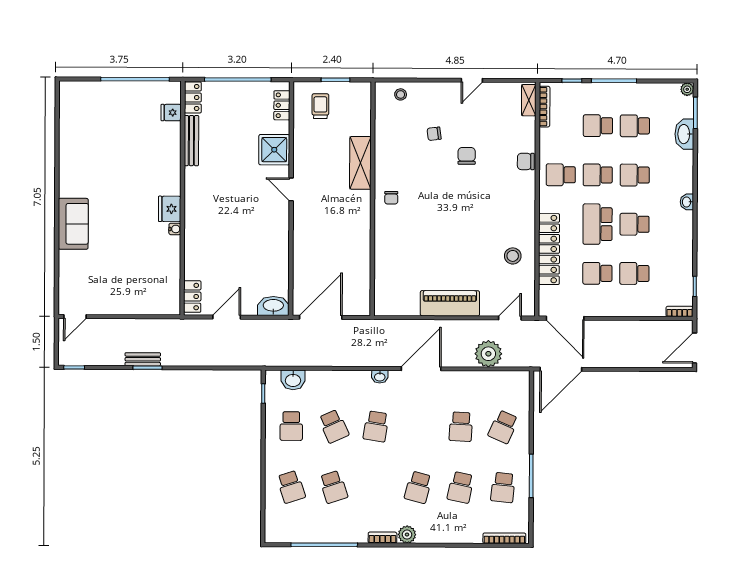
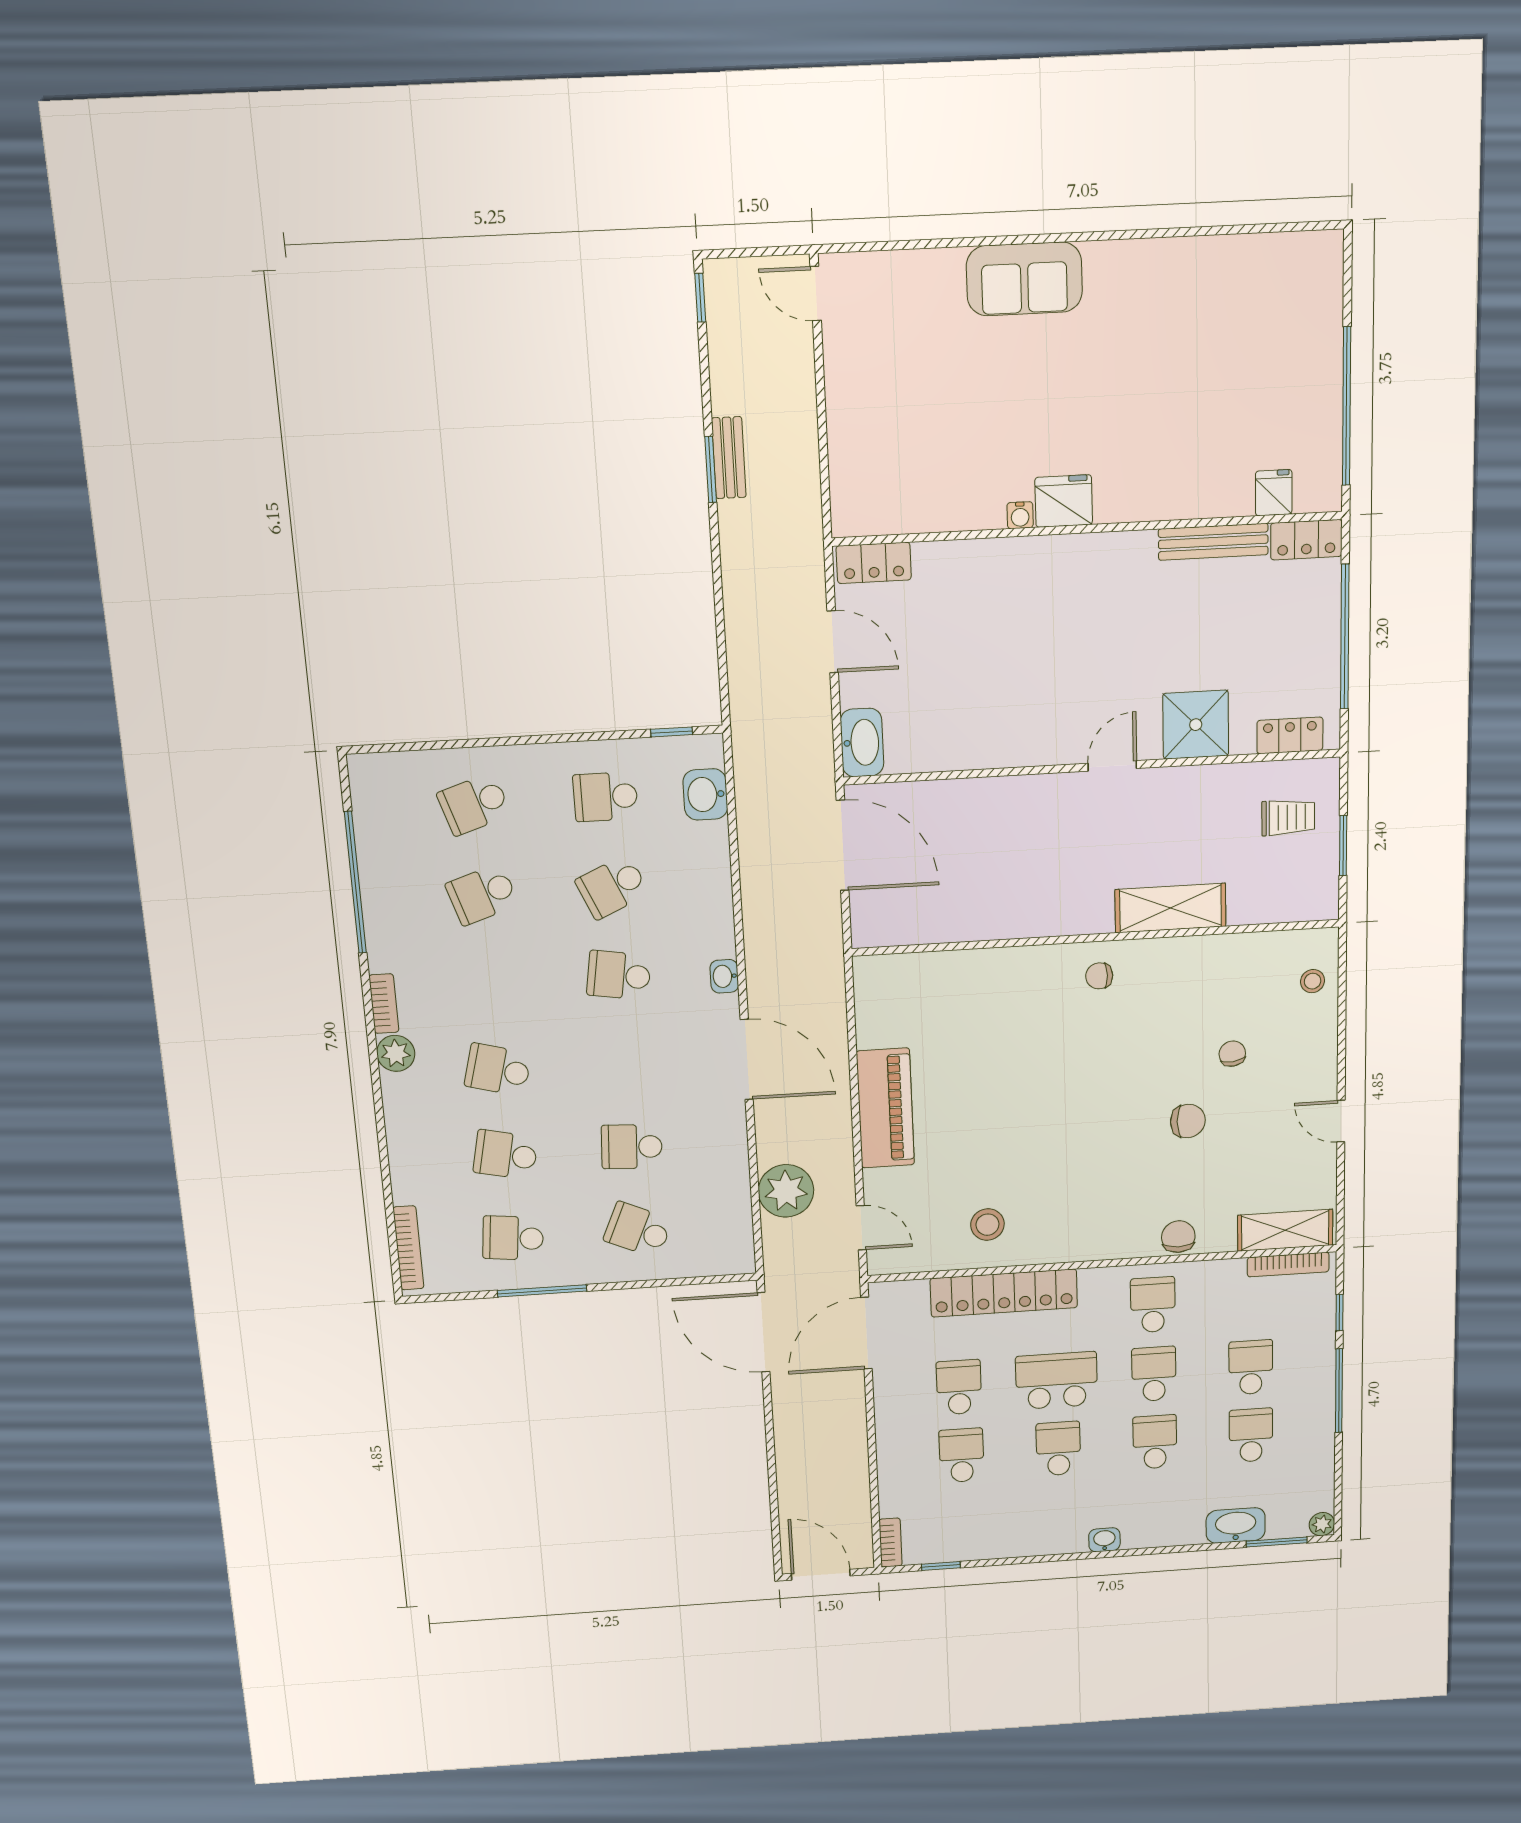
shelving: (529, 100) -> (1285, 1230), width x1.50, depth x1.33

